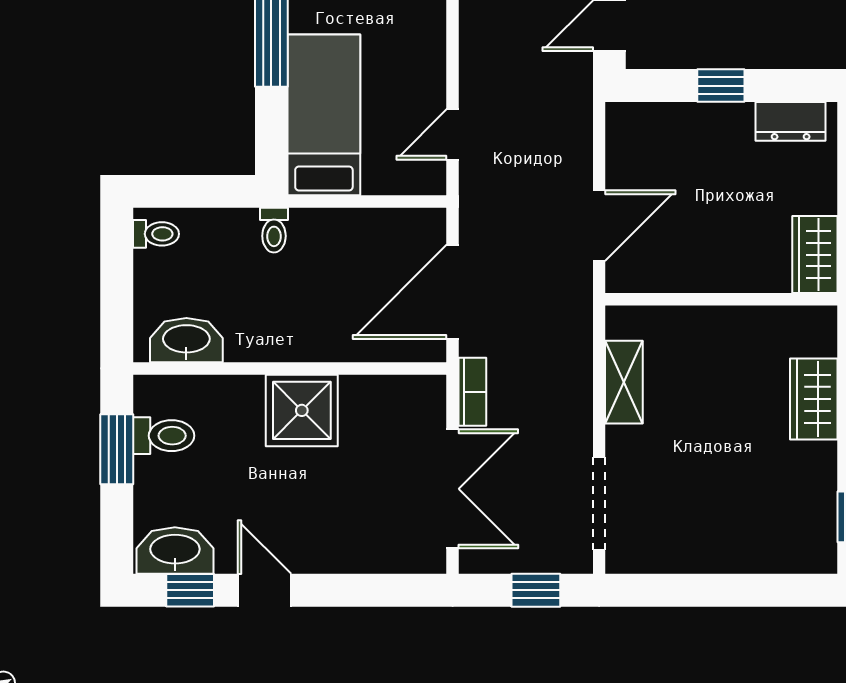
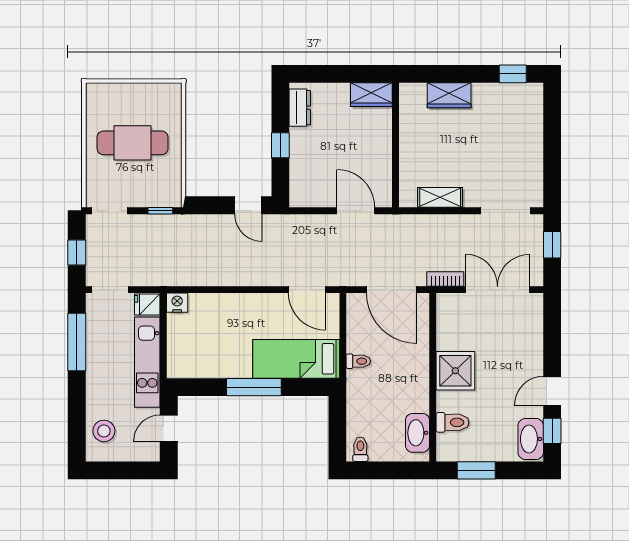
door: (453, 134) -> (307, 290), width x1.38
toilet: (274, 230) -> (358, 361), moved
toilet: (164, 436) -> (452, 422), moved, turned 90

